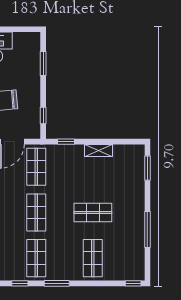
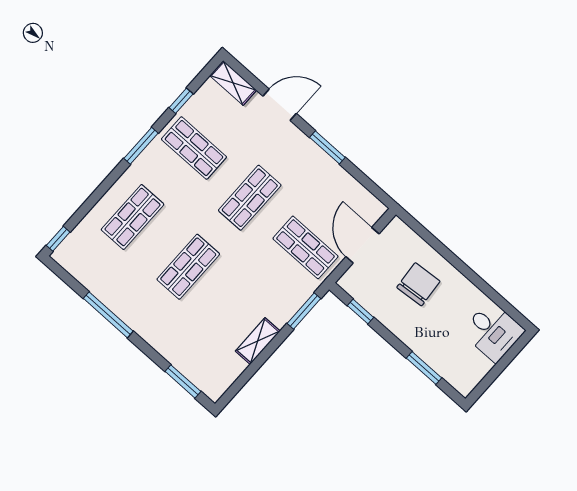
window: (66, 142) -> (304, 311), width x1.50
shop shelf: (36, 212) -> (250, 198), turned 90
shop shelf: (93, 258) -> (133, 217), turned 90

